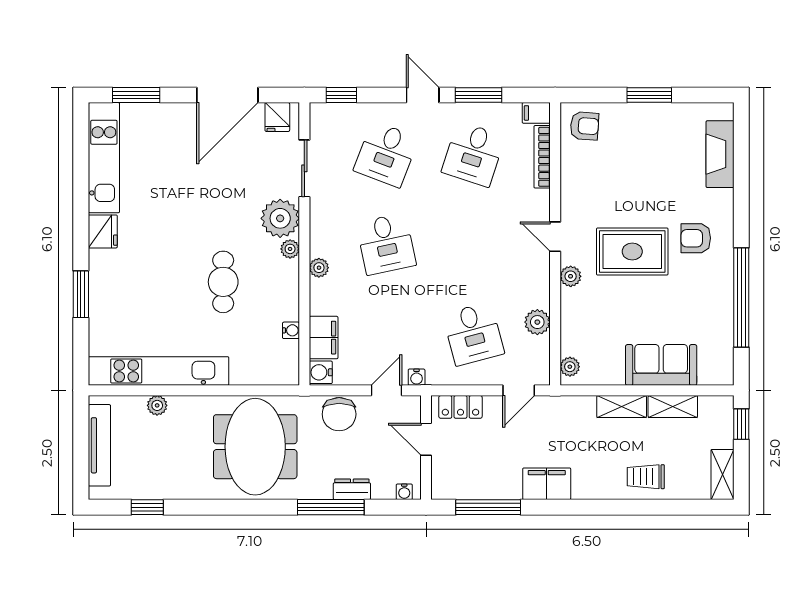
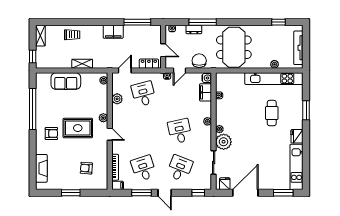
armchair: (585, 126) -> (86, 168), moved
desk: (473, 154) -> (144, 168), turned -36
cafe table: (223, 282) -> (272, 113), moved
shelving: (673, 406) -> (61, 64), removed

